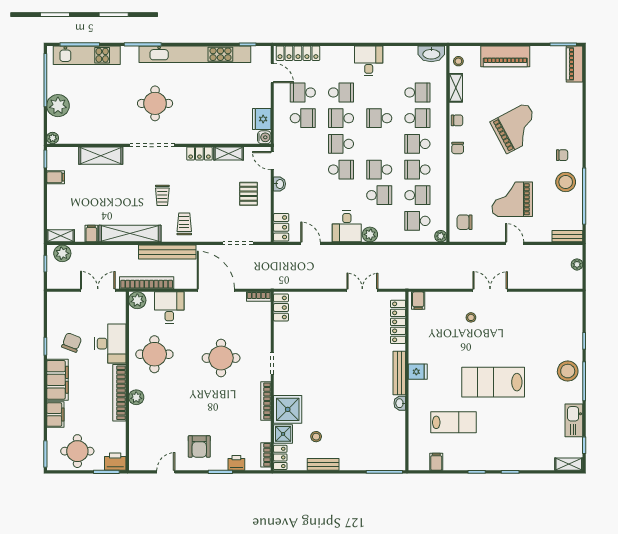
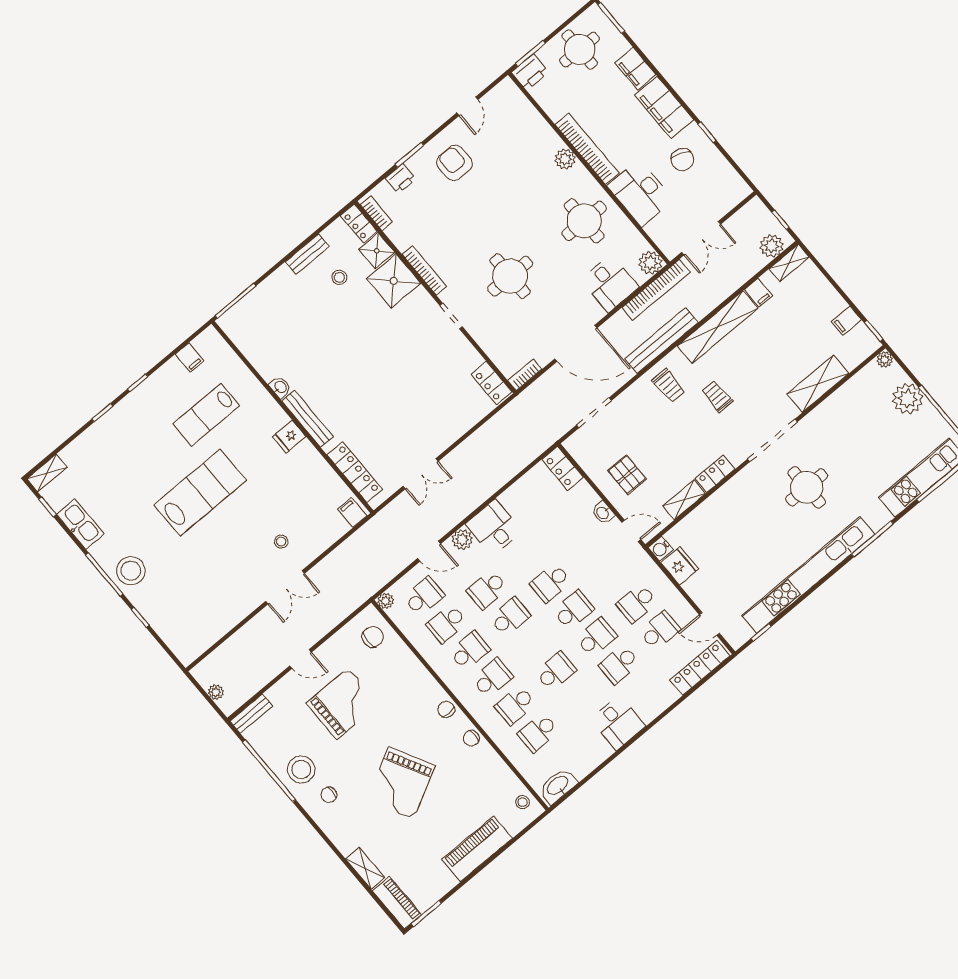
shelving: (456, 88) -> (365, 868), moved
door: (311, 243) -> (429, 551), moved

